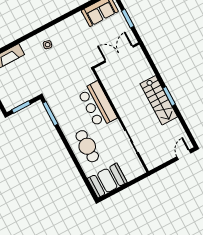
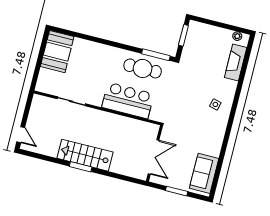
cafe table: (87, 146) -> (143, 68), moved

